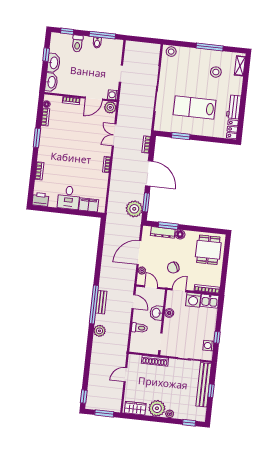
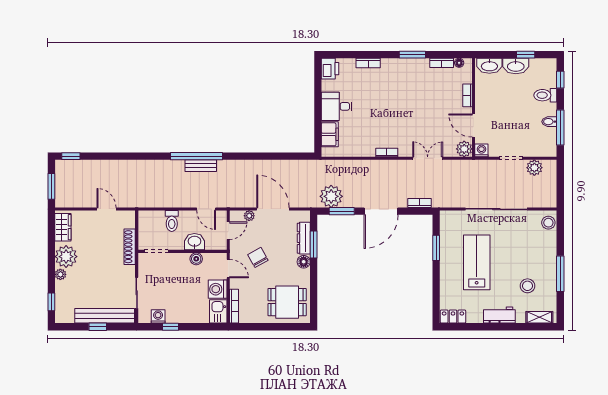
workbench: (234, 107) -> (499, 315), moved
door: (133, 302) -> (206, 209), hinge flipped
plant: (99, 331) -> (534, 168), moved

